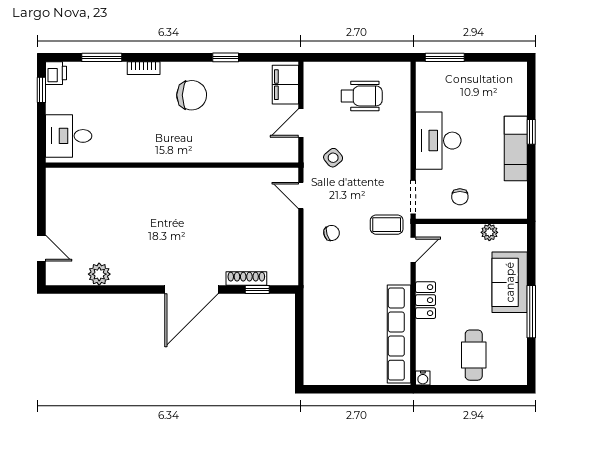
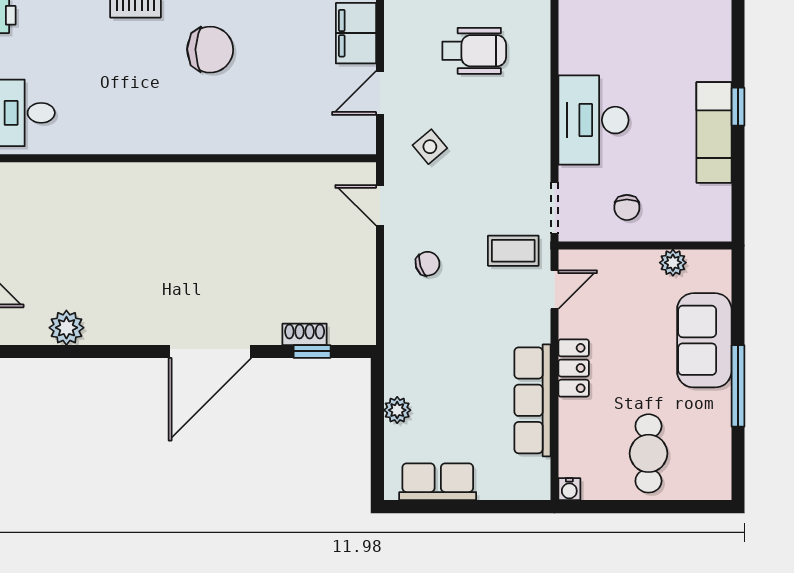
shoe rack: (246, 278) -> (305, 334), width x0.70
plant: (312, 327) -> (397, 410), added
row of seats: (399, 334) -> (532, 400), width x0.73
row of seats: (338, 373) -> (438, 482), added

